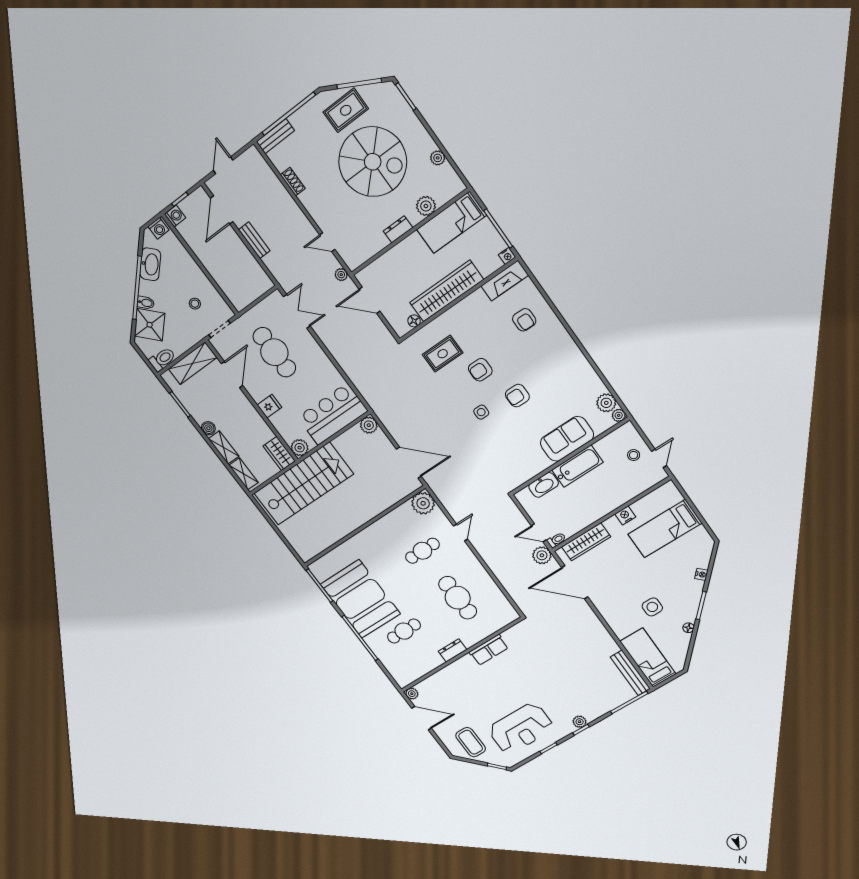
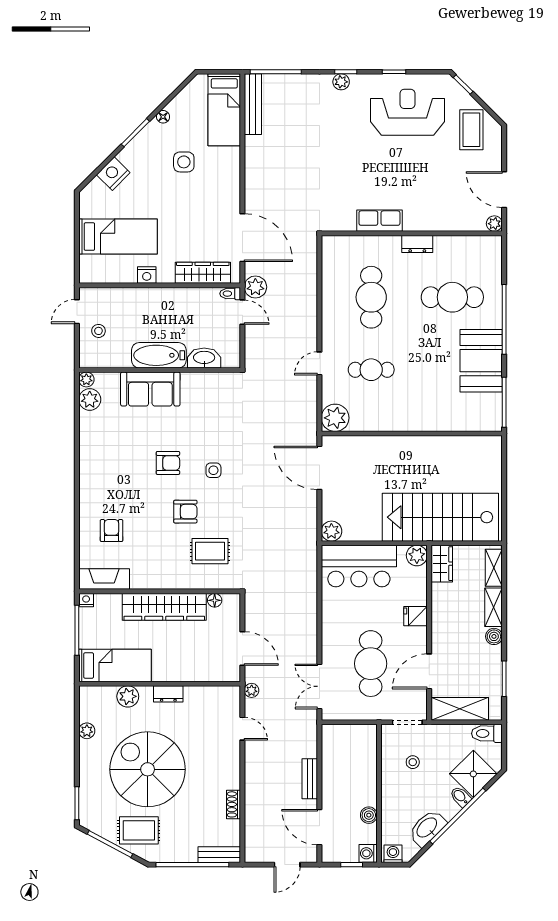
door: (222, 210) -> (319, 827), swing flipped
boiler: (195, 244) -> (369, 815), added
nightstand: (701, 574) -> (113, 174), width x1.89, depth x1.79
booth: (360, 599) -> (481, 361), width x0.73, depth x0.70
cafe table: (404, 631) -> (452, 297), width x1.37, depth x1.35

